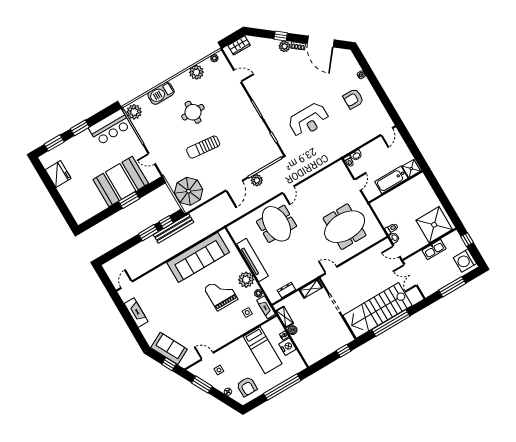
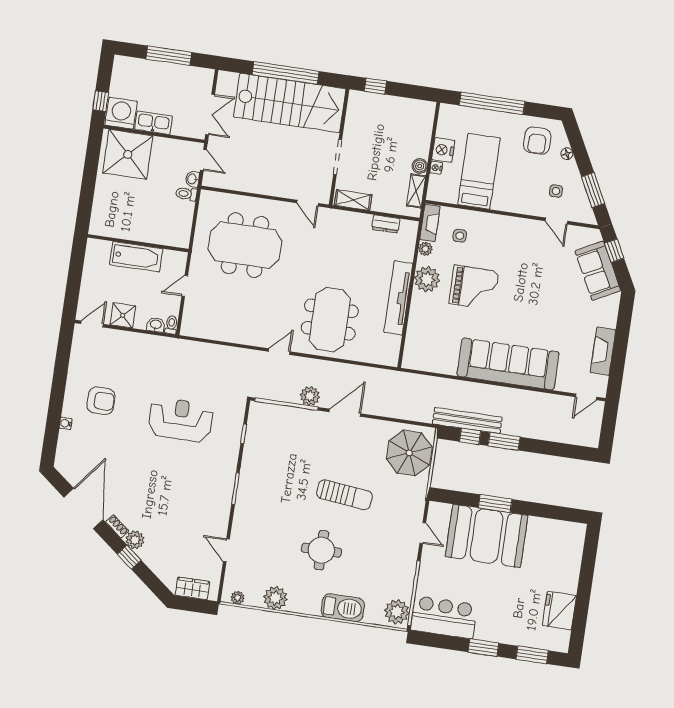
shower: (411, 169) -> (123, 315), moved
sofa: (198, 257) -> (508, 364), moved
washing machine: (465, 261) -> (121, 113), moved, turned -90
grand piano: (221, 294) -> (474, 288), turned -90
armchair: (247, 387) -> (537, 141), turned 180

